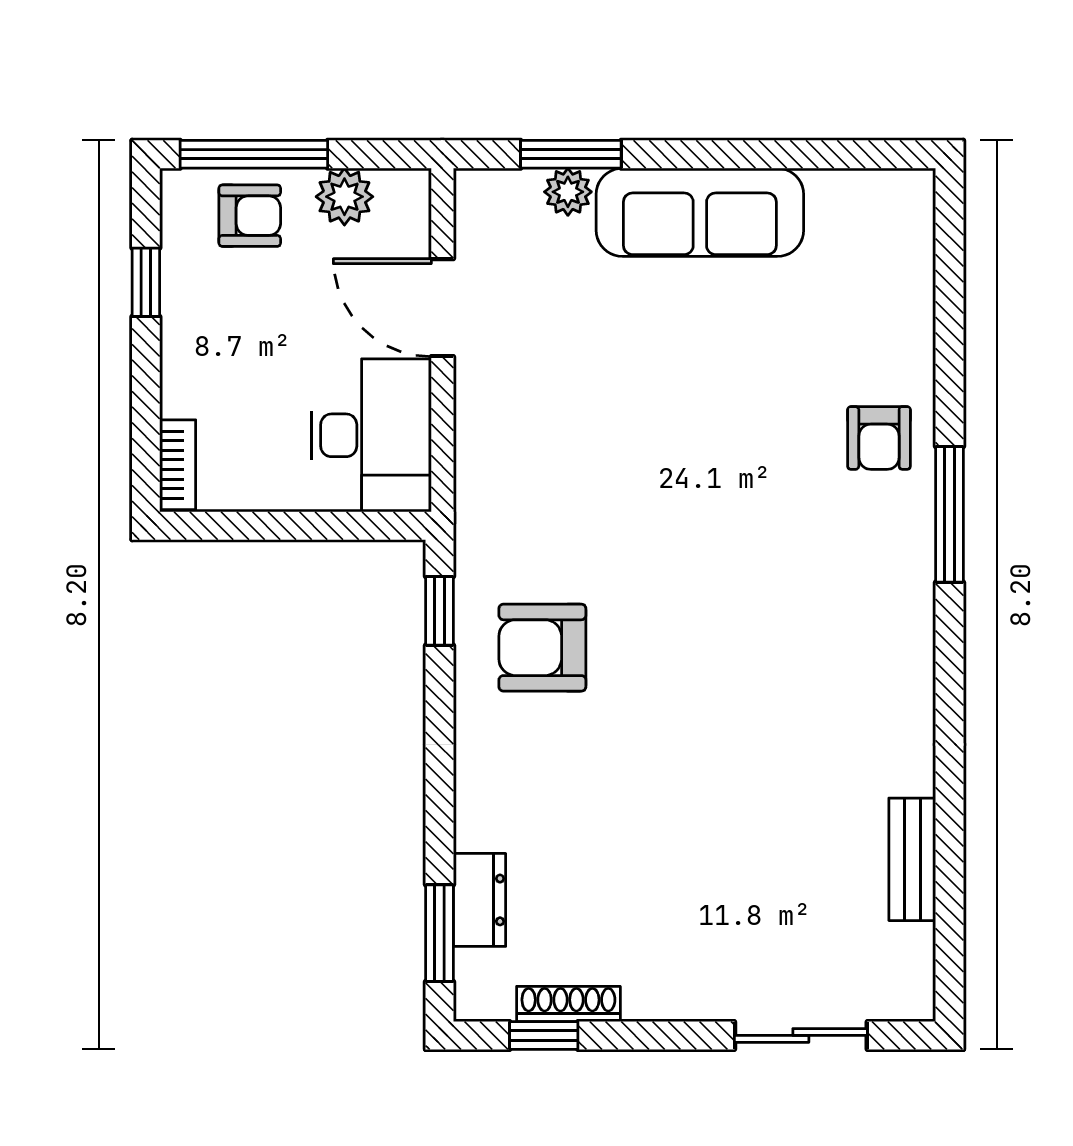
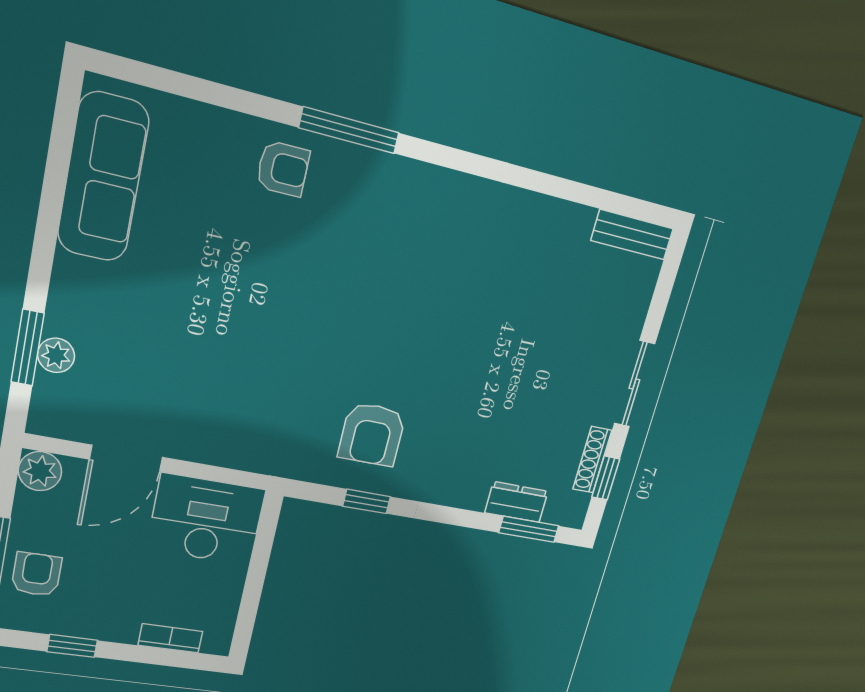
plant: (344, 197) -> (40, 471), moved
sofa: (700, 212) -> (103, 177), moved
bookcase: (178, 465) -> (170, 638), moved
window: (440, 611) -> (367, 501), moved
bench: (912, 859) -> (632, 235), moved
sliding door: (801, 1035) -> (634, 384), moved

